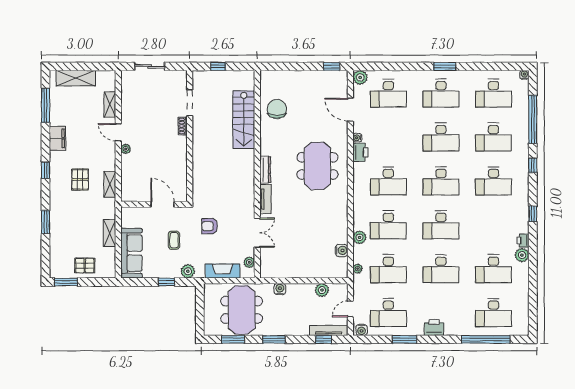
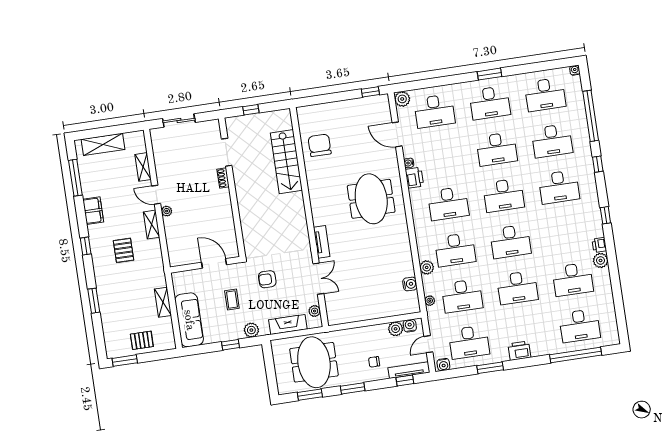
dresser: (265, 170) -> (317, 211), removed
shelving: (110, 184) -> (152, 225), moved
water cooler: (280, 289) -> (410, 326), moved
chair: (297, 318) -> (374, 362), added

